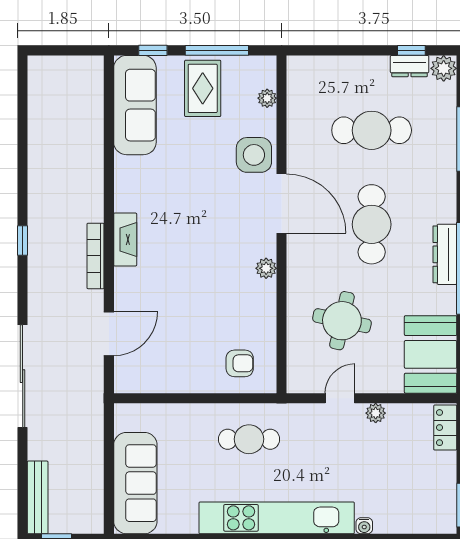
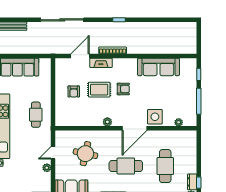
rug: (203, 88) -> (99, 90), moved
sofa: (135, 105) -> (158, 67), moved
armchair: (188, 230) -> (123, 89), added
fireplace: (125, 239) -> (101, 63), moved
door: (109, 334) -> (80, 56), swing flipped
armchair: (240, 363) -> (74, 91), moved
door: (340, 398) -> (53, 153), swing flipped

